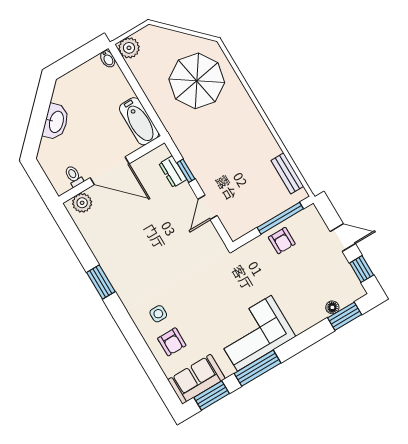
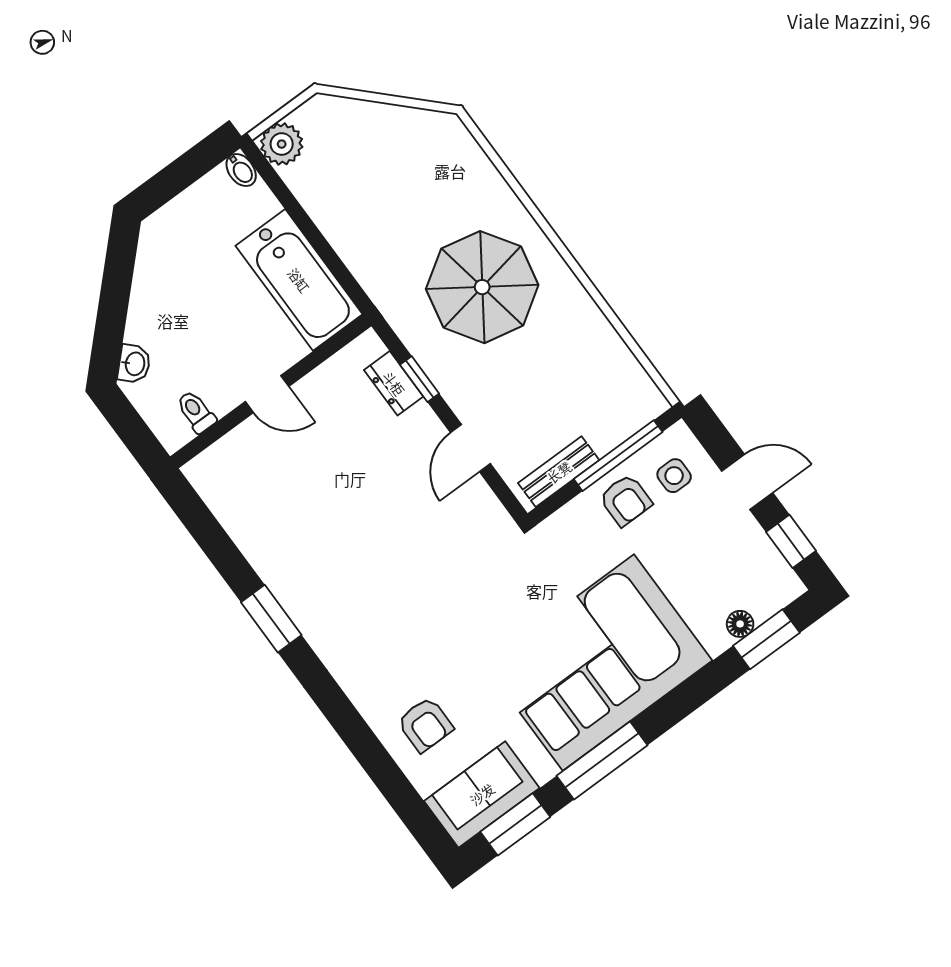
parasol: (197, 81) -> (482, 287), moved
bathtub: (139, 121) -> (299, 280), width x1.36, depth x1.36
washbasin: (56, 122) -> (134, 364), moved, width x0.52, depth x0.69
door: (110, 171) -> (267, 394), width x0.53
bench: (287, 173) -> (559, 472), moved, turned 90
plant: (82, 203) -> (218, 464), removed
side table: (158, 314) -> (674, 476), moved
corner sofa: (254, 333) -> (598, 663), width x1.36, depth x1.36

